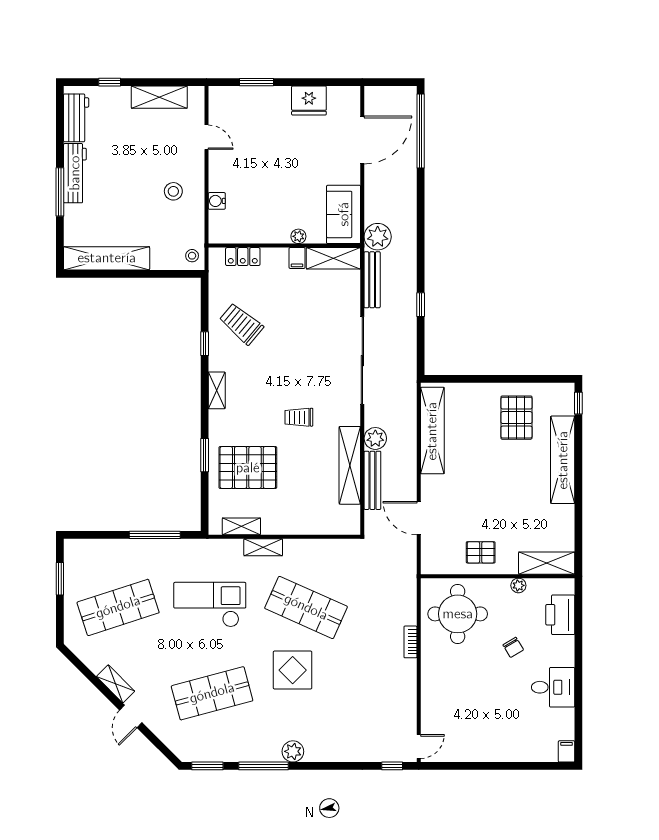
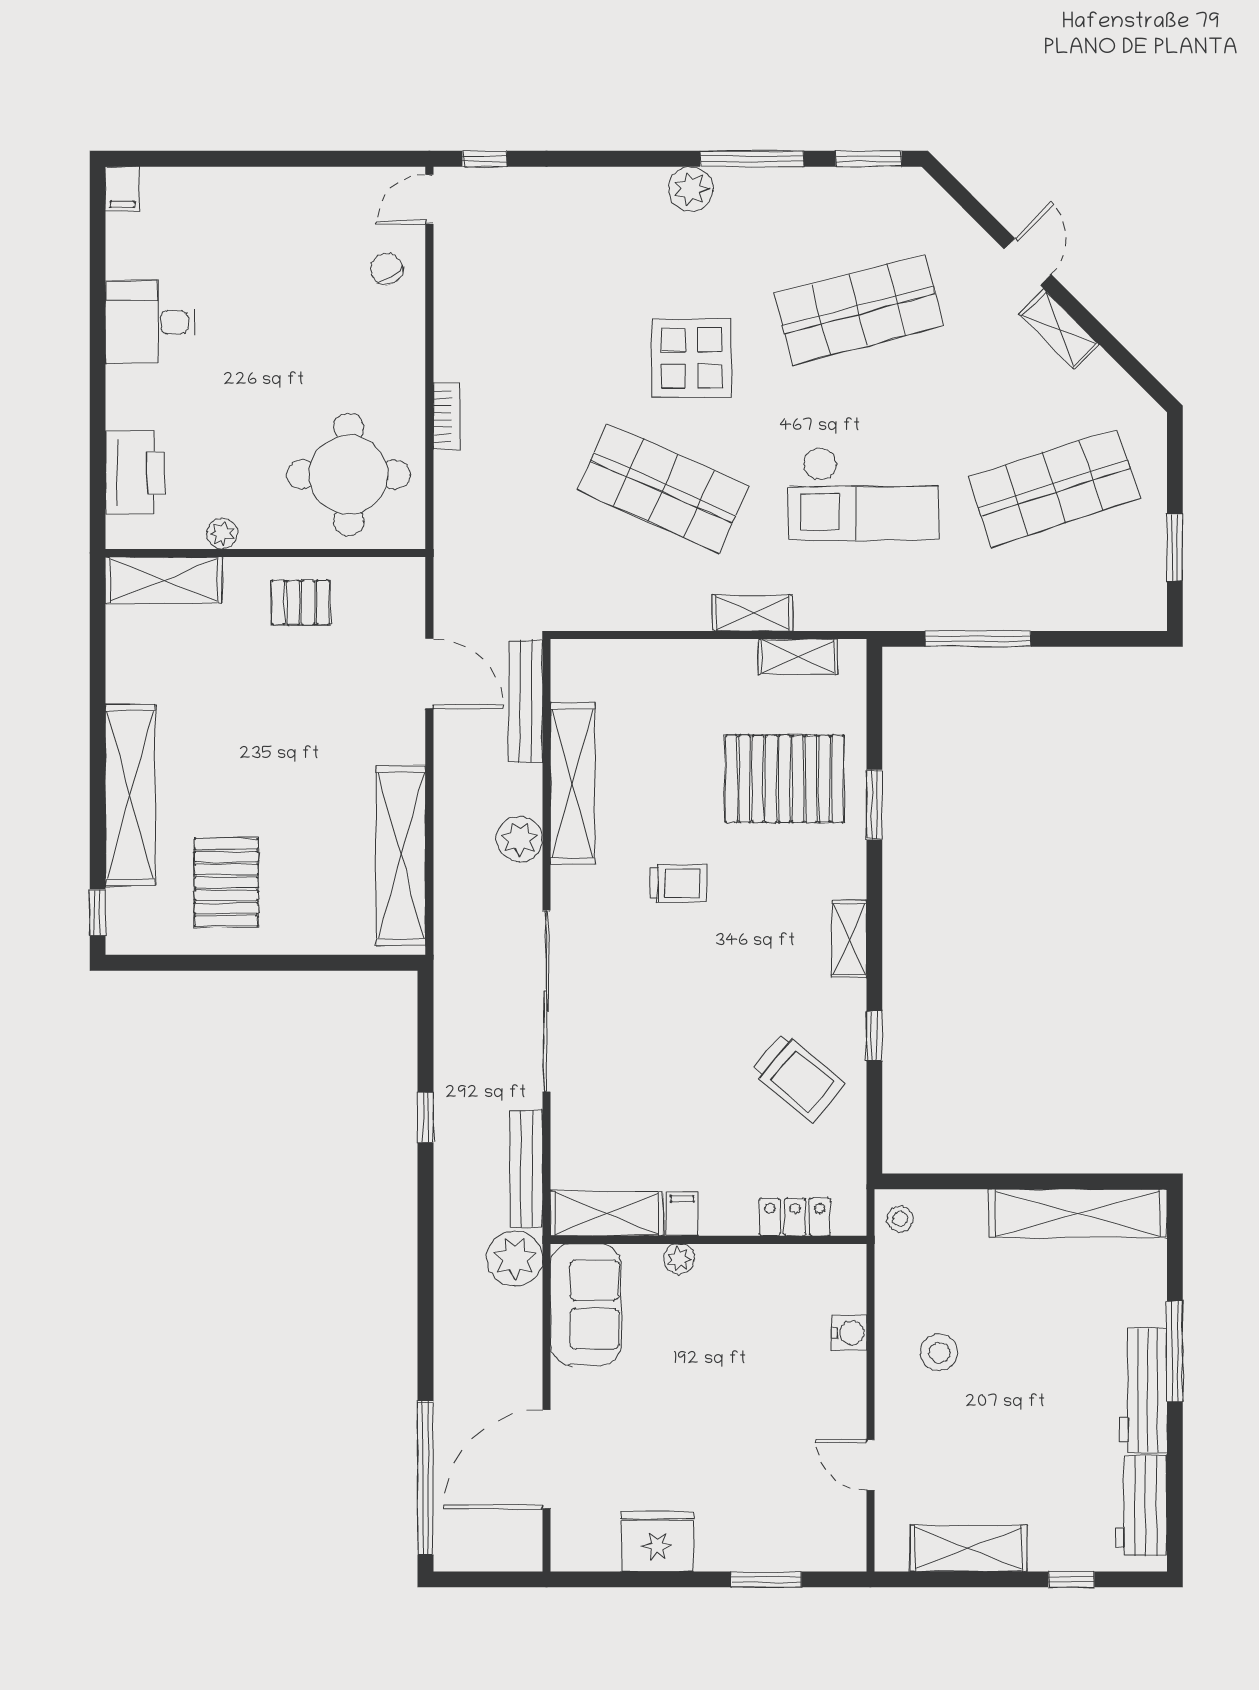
bench: (372, 480) -> (526, 701), moved
chair: (513, 647) -> (387, 269), moved

